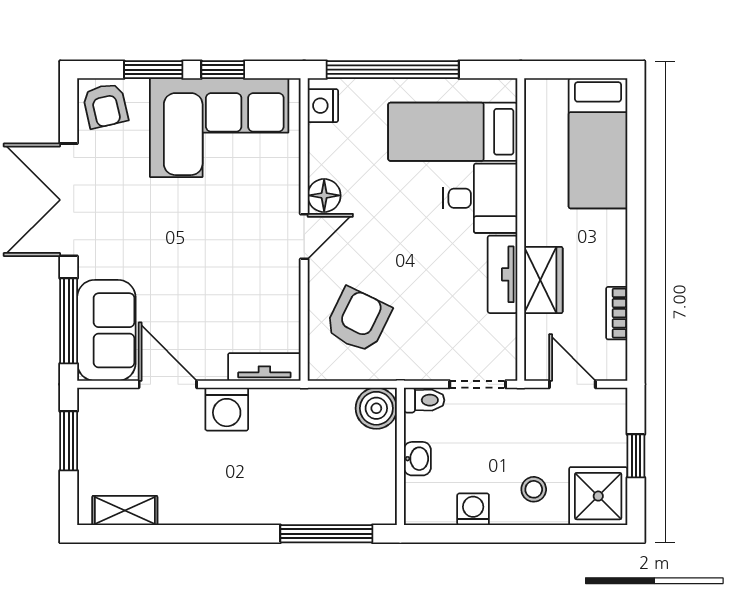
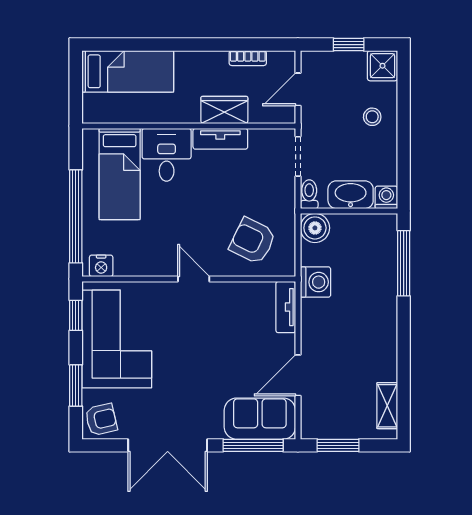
window: (223, 70) -> (76, 315), moved
floor lamp: (324, 195) -> (165, 265), removed
washing machine: (227, 409) -> (316, 282), moved
washbasin: (417, 459) -> (351, 195), width x1.91, depth x1.45
shower: (598, 496) -> (382, 66), width x0.73, depth x0.73
washing machine: (473, 509) -> (386, 197), moved, turned 90

